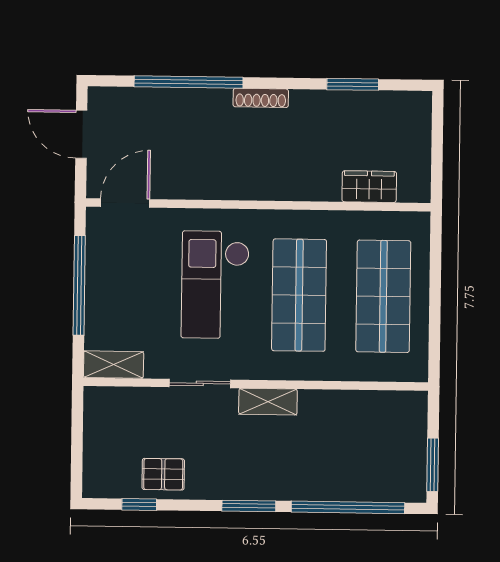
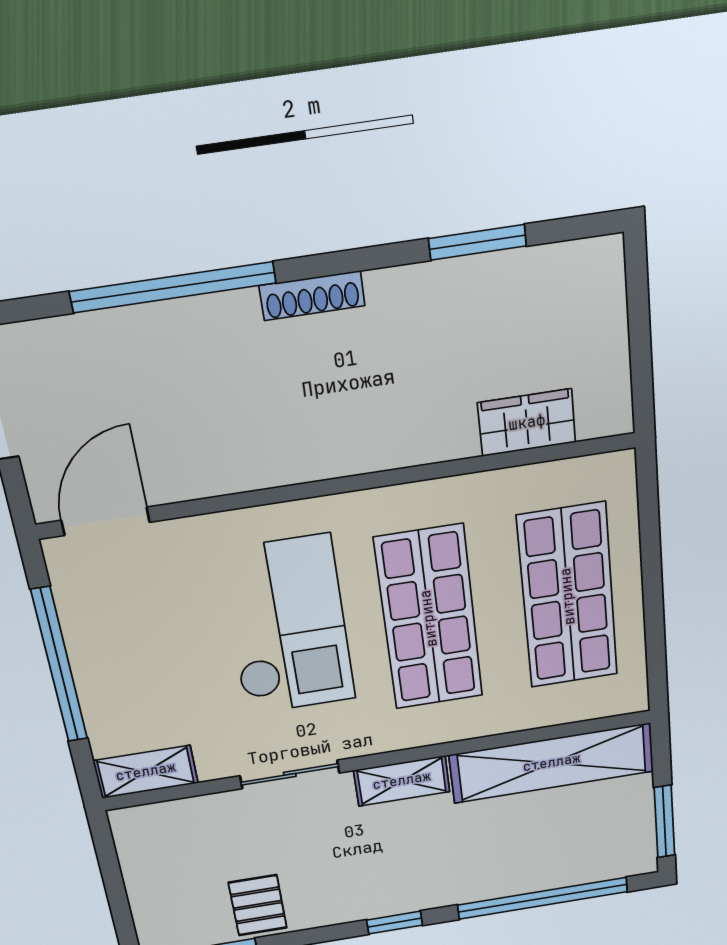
checkout: (215, 285) -> (287, 626), turned 180
shelving: (363, 407) -> (552, 763), added
pallet: (163, 474) -> (258, 905), turned 90
window: (249, 506) -> (395, 923), width x0.67

